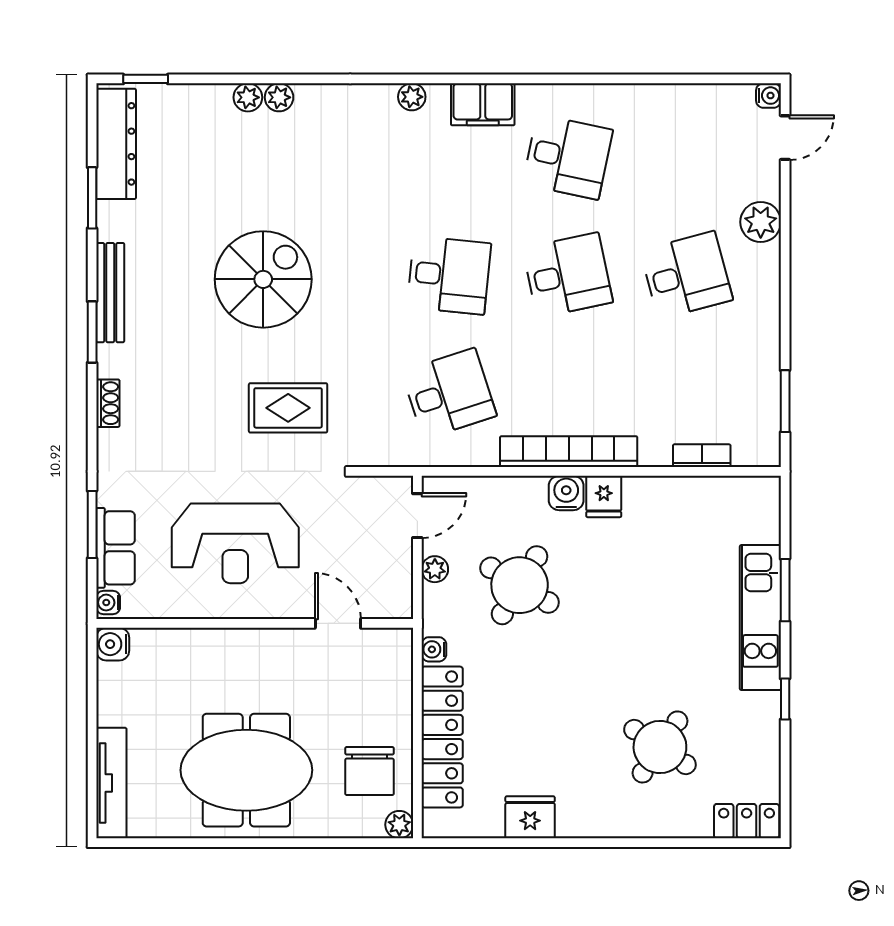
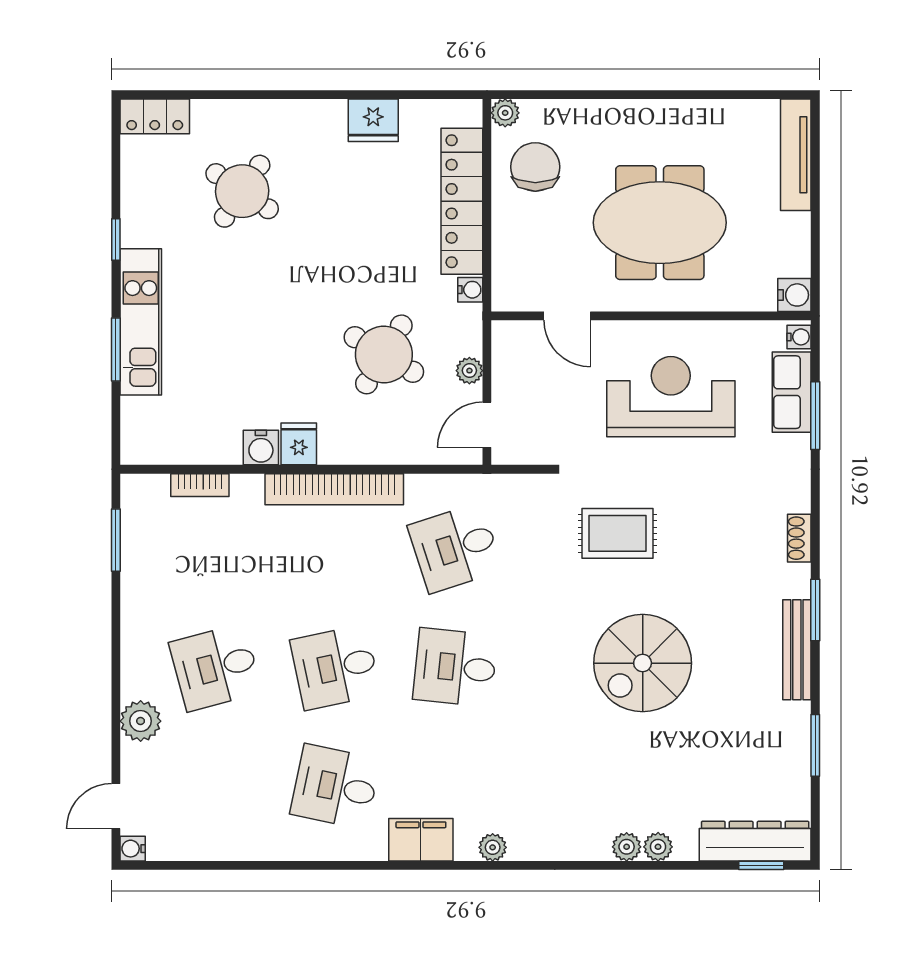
dresser: (116, 144) -> (755, 841), moved, turned 90
water cooler: (566, 493) -> (261, 447), moved
meeting table: (246, 770) -> (660, 223), moved

